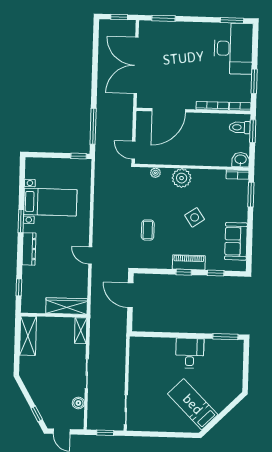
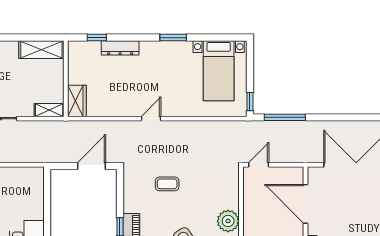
plant: (155, 173) -> (233, 191), removed
bed with nightstands: (50, 202) -> (219, 71), moved
dresser: (29, 249) -> (120, 48), moved
door: (90, 255) -> (151, 119), moved
wardrobe: (67, 306) -> (77, 101), width x0.67

